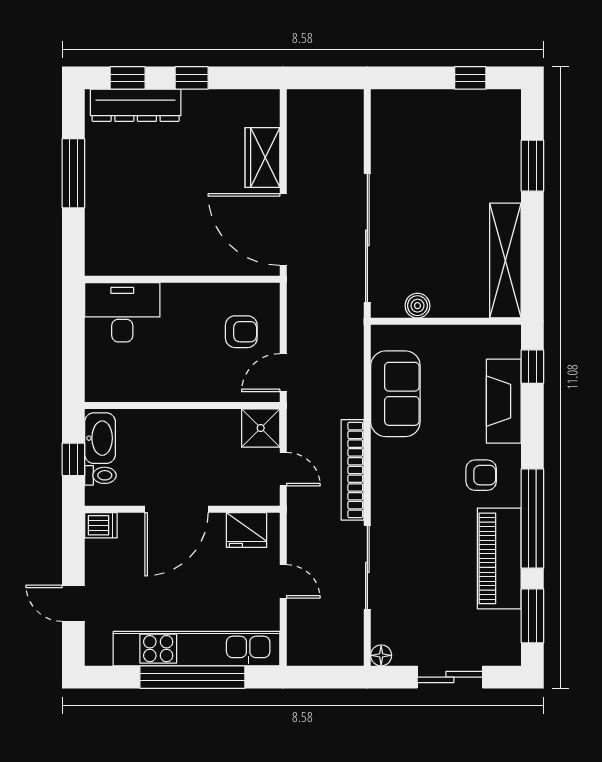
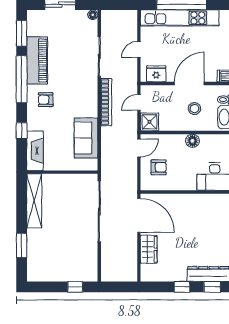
window: (470, 78) -> (75, 287), moved
boiler: (417, 306) -> (76, 180), removed
armchair: (241, 332) -> (159, 167), turned 180
window: (532, 367) -> (22, 131), moved
floor lamp: (170, 388) -> (192, 141), added
fireplace: (504, 401) -> (35, 151), moved
stool: (165, 456) -> (194, 109), added
door: (283, 469) -> (139, 102), hinge flipped
door: (283, 581) -> (139, 50), hinge flipped

